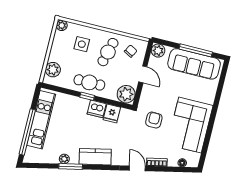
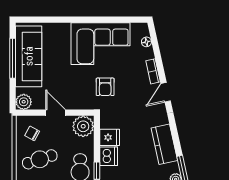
cafe table: (108, 52) -> (40, 159), turned -33
door: (143, 74) -> (56, 113), hinge flipped
armchair: (154, 120) -> (105, 87), turned -90

